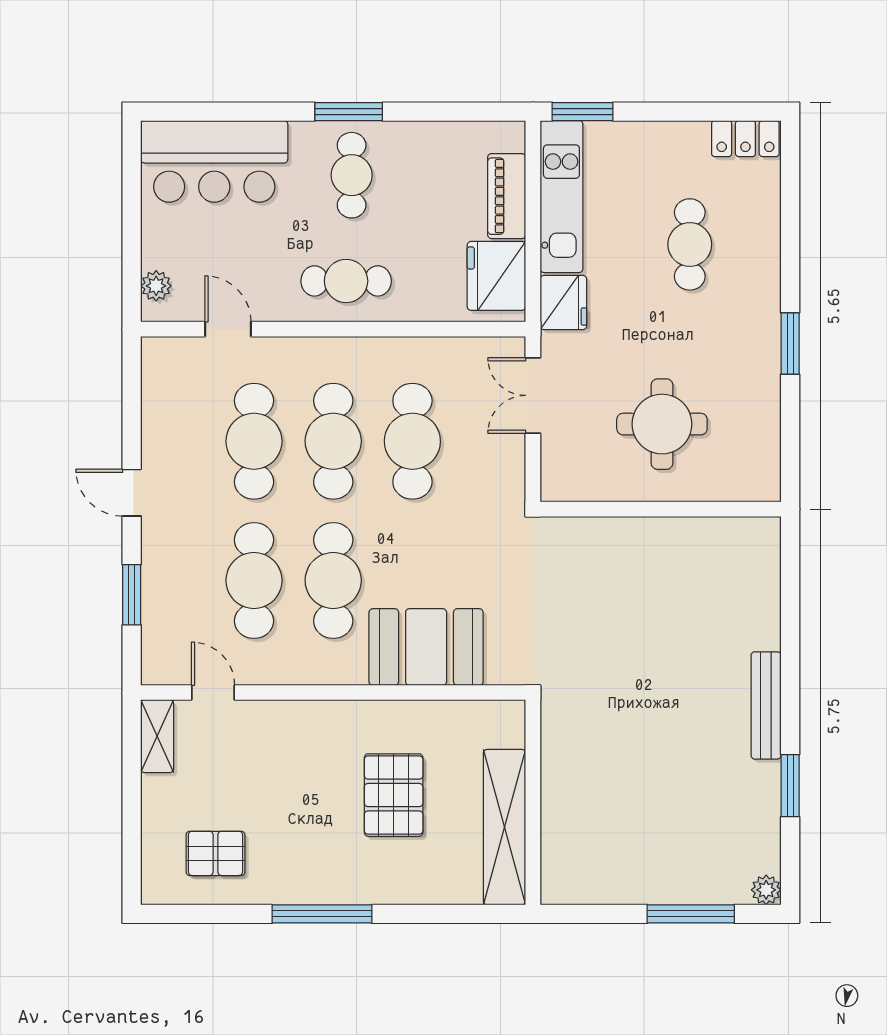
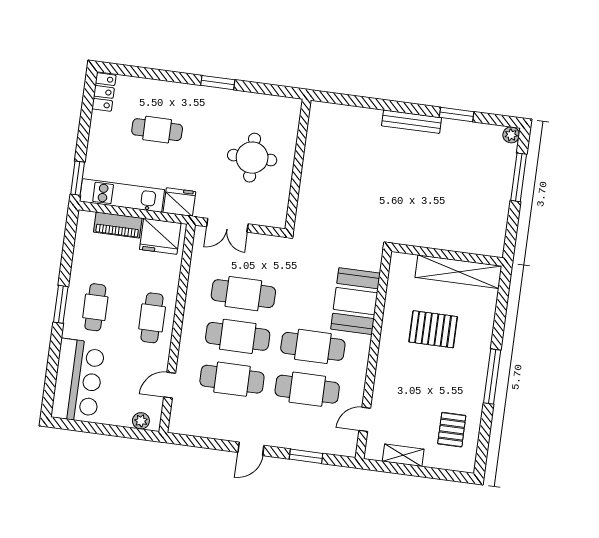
cafe table: (352, 175) -> (95, 307), turned 90
shelving: (157, 736) -> (403, 455), moved

